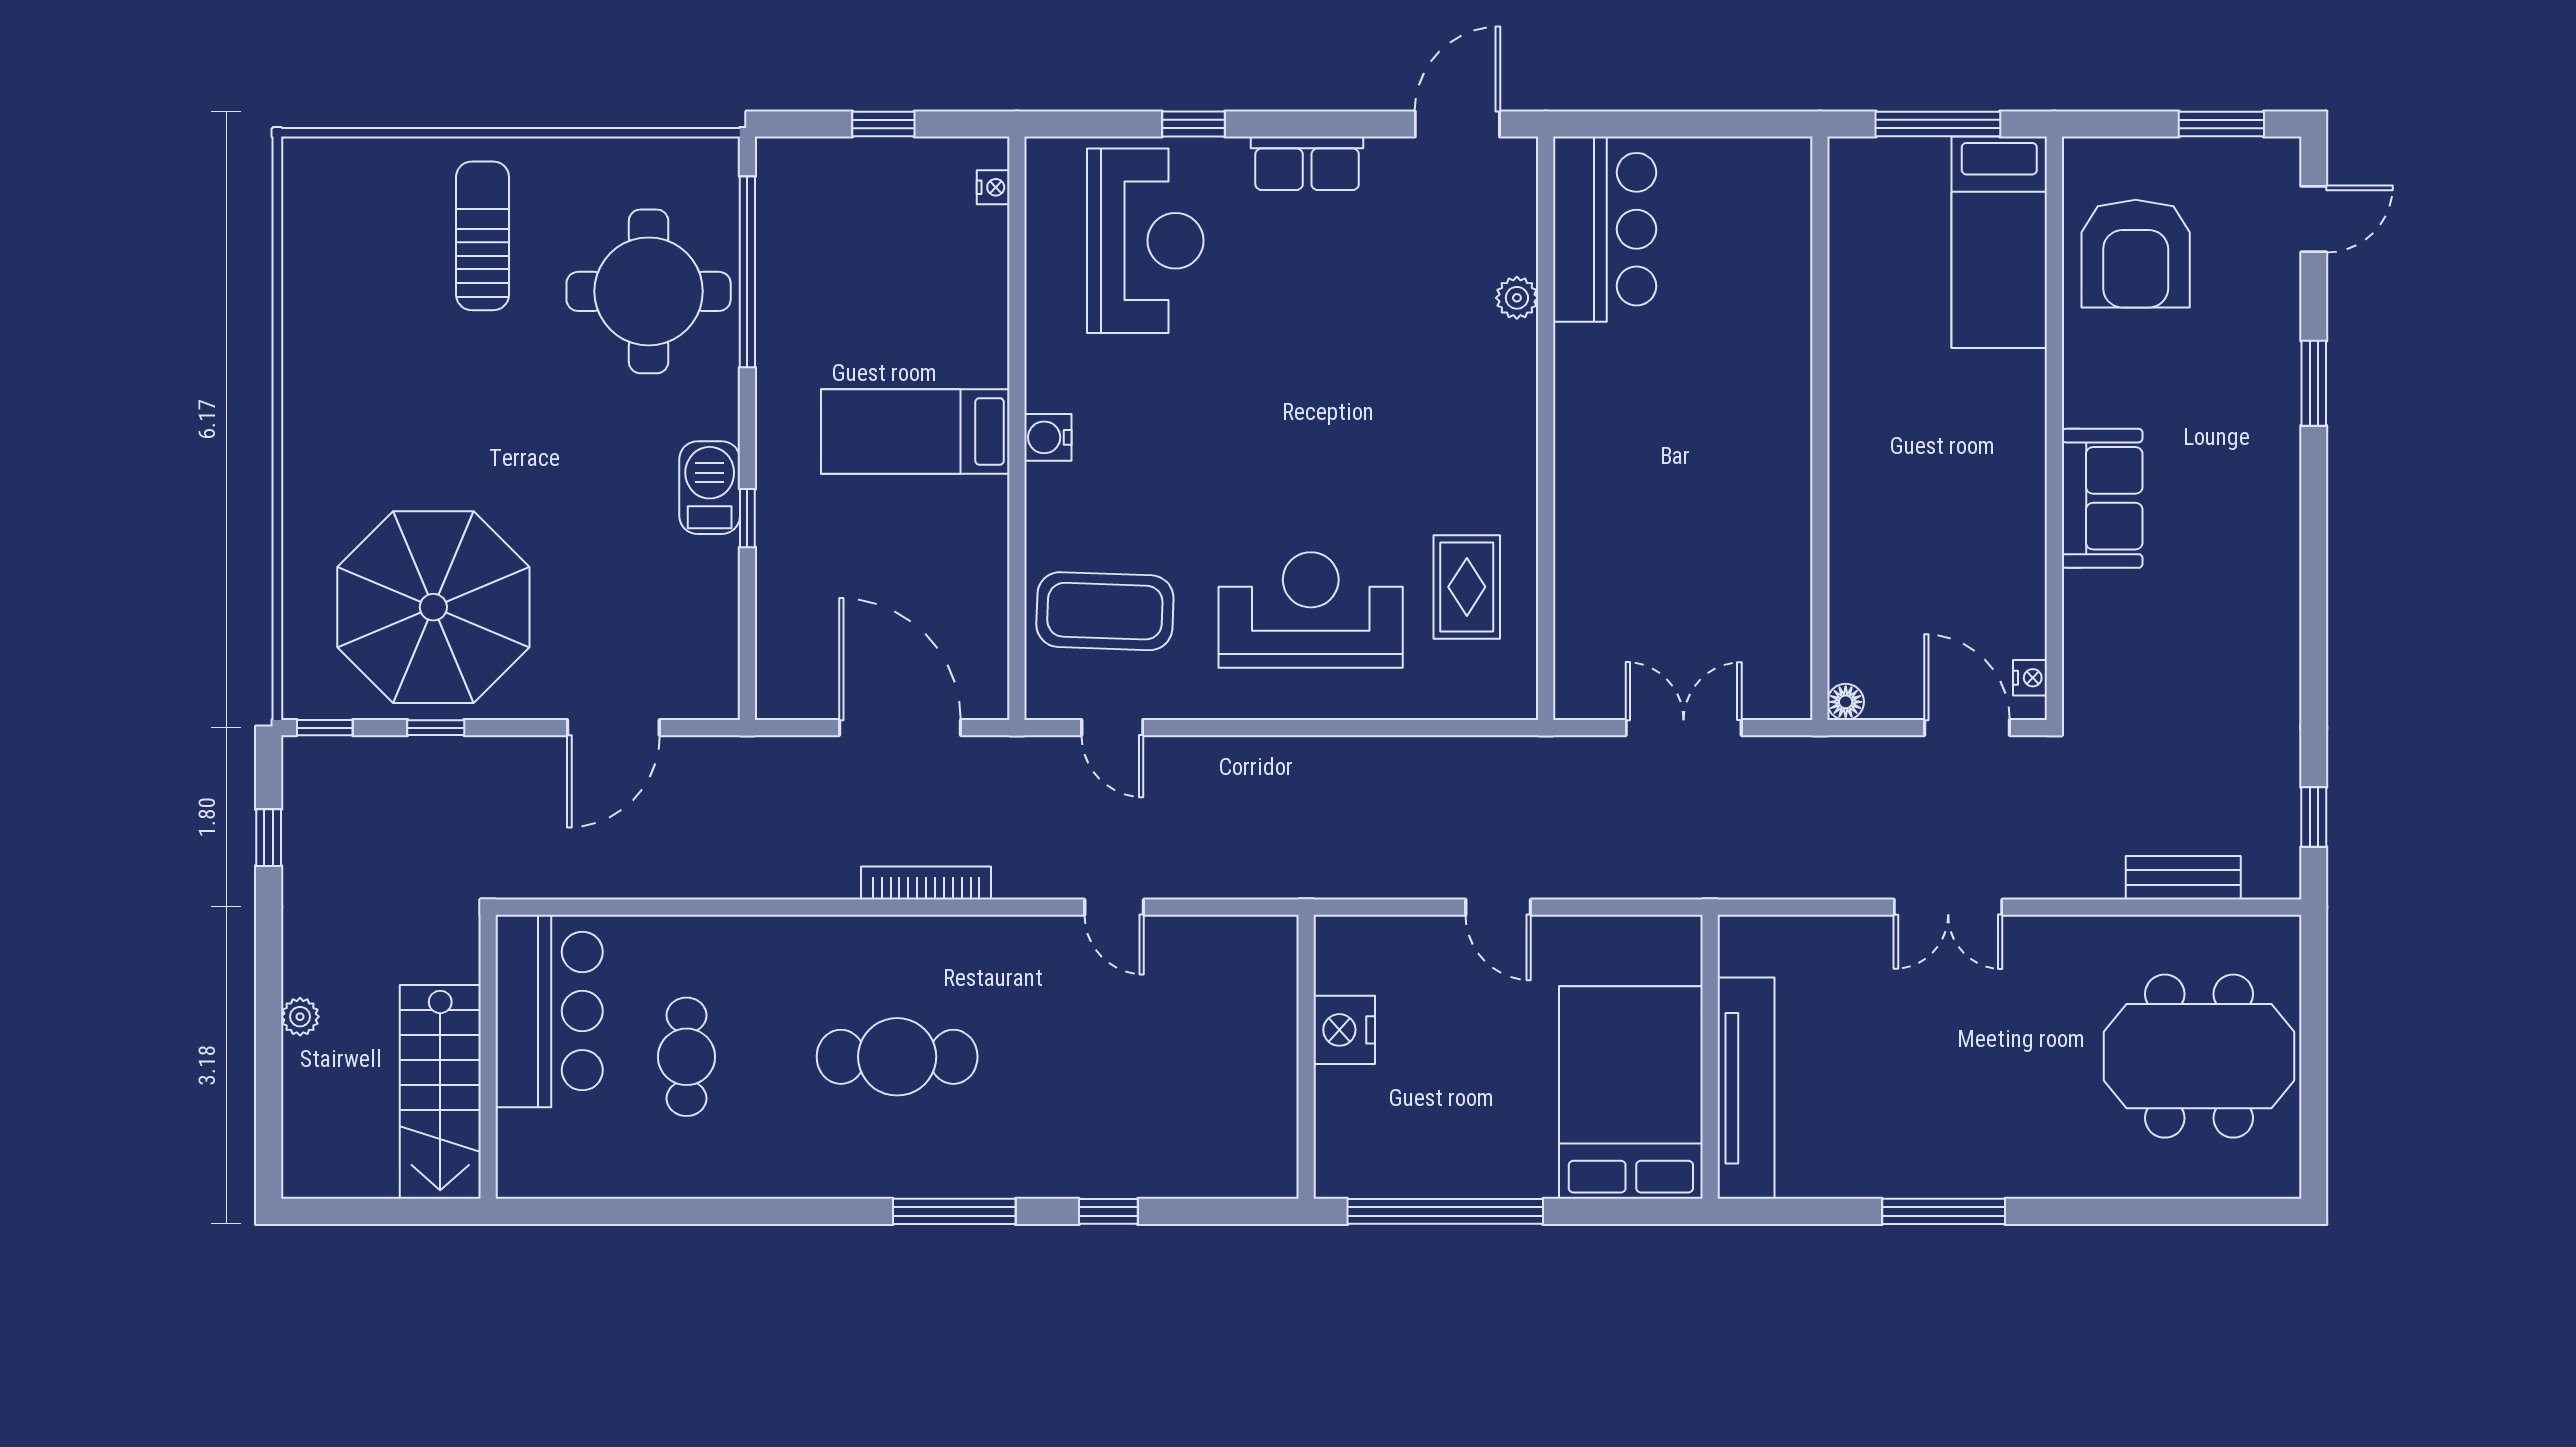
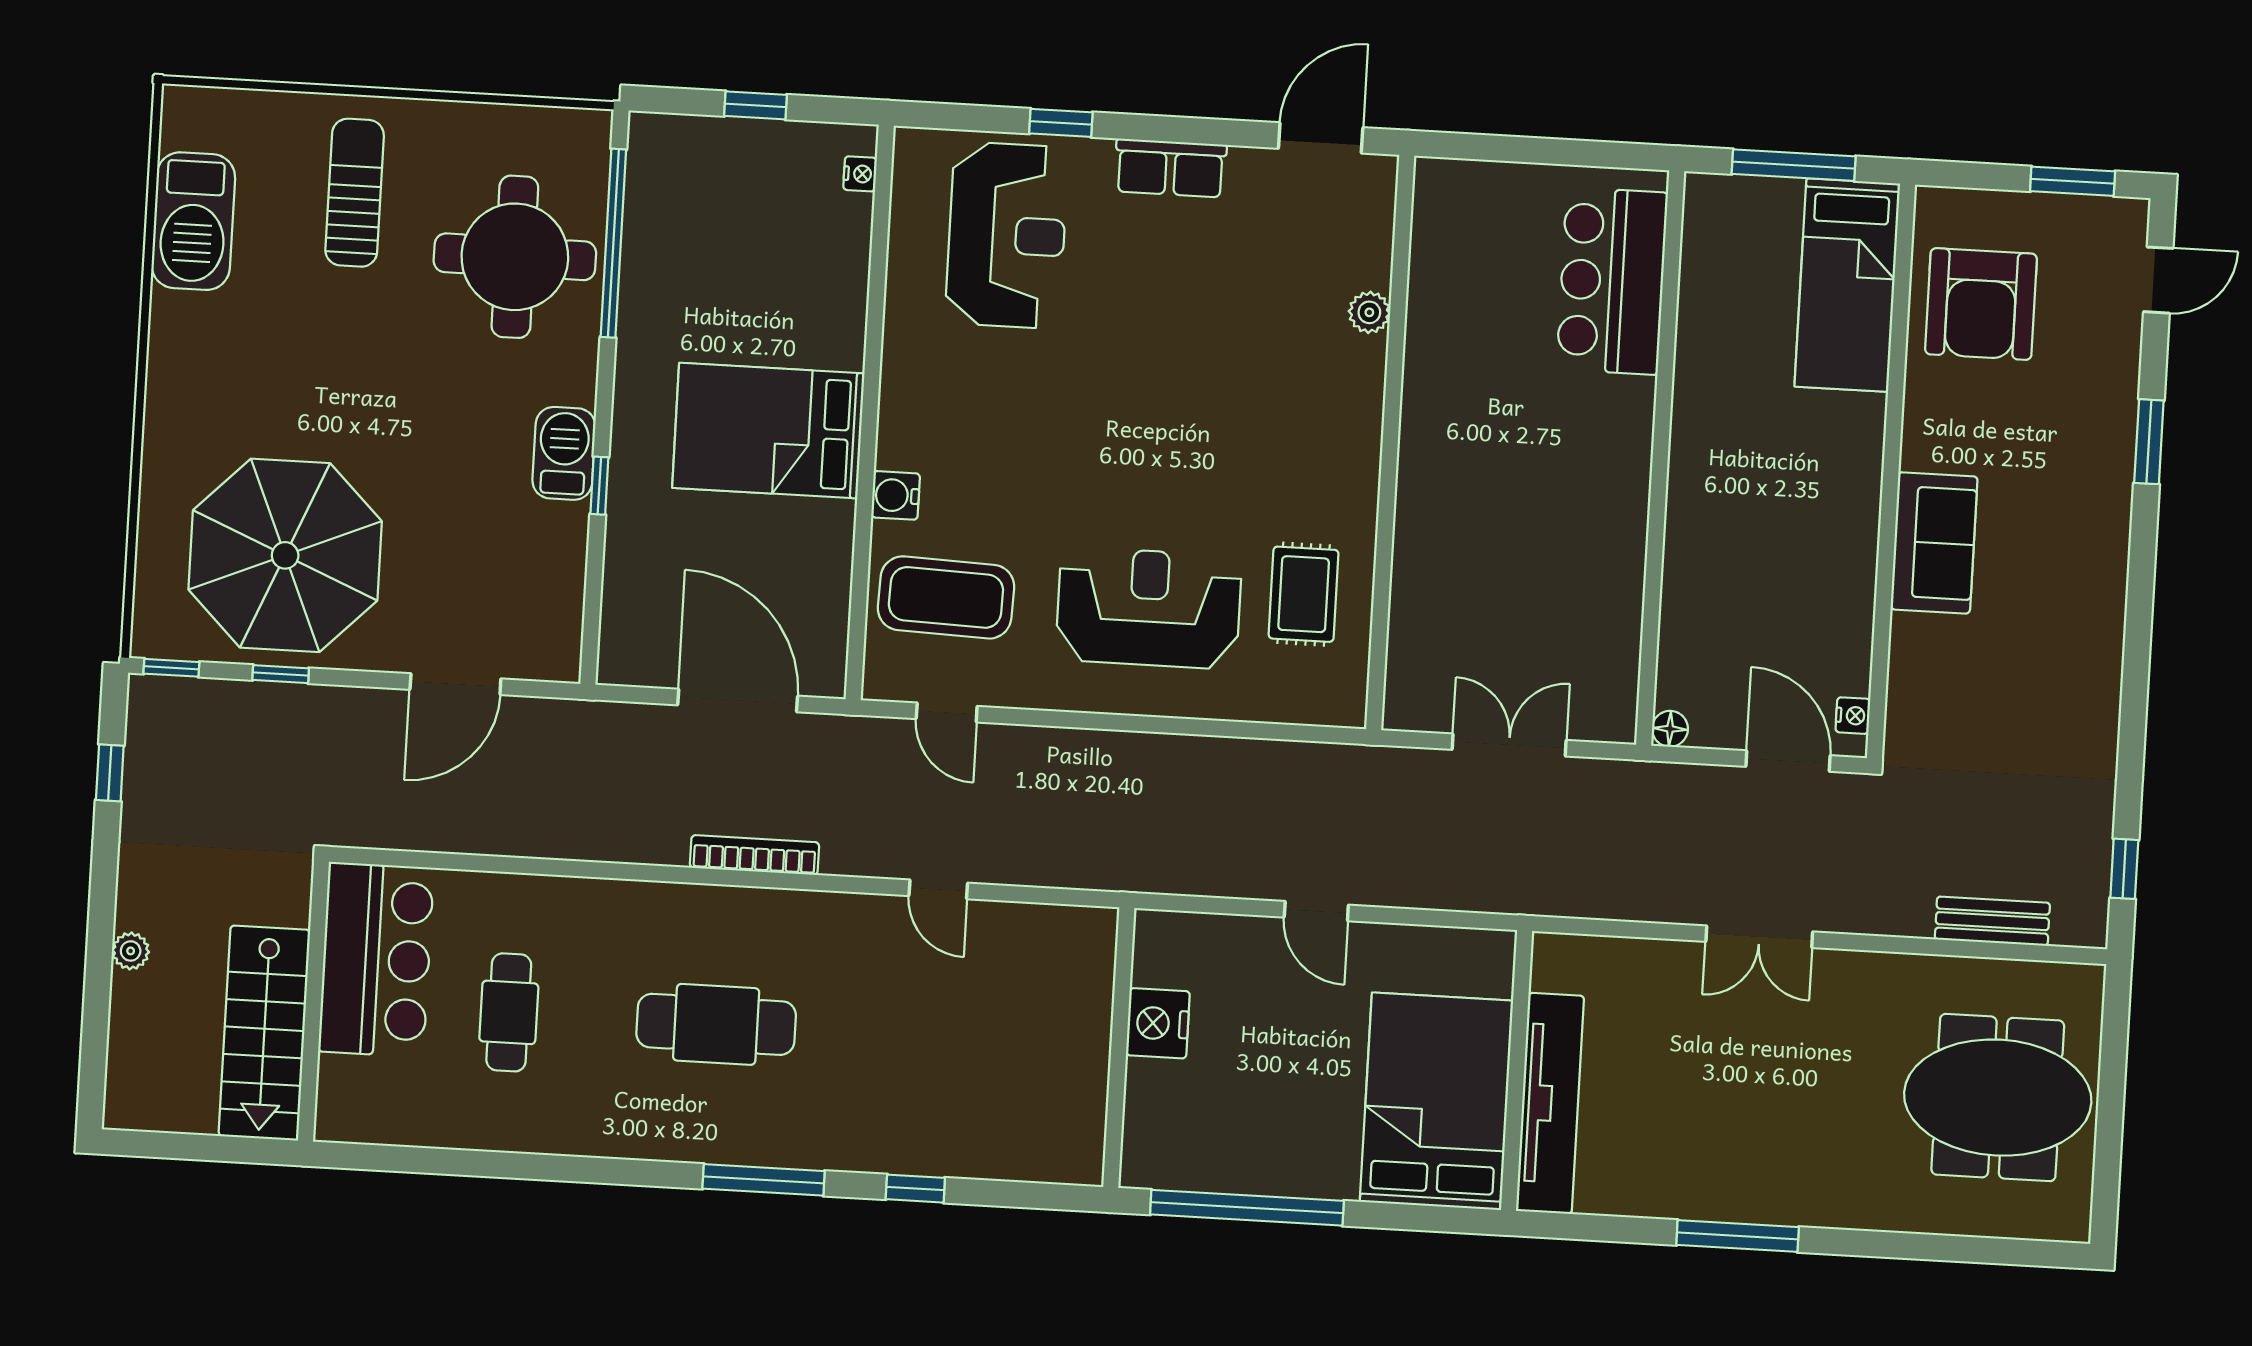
bar counter: (1605, 229) -> (1612, 281), moved, turned 180
barbecue: (321, 274) -> (193, 221), added
bed: (915, 431) -> (768, 431), width x1.50
water cooler: (1048, 437) -> (896, 495), moved

